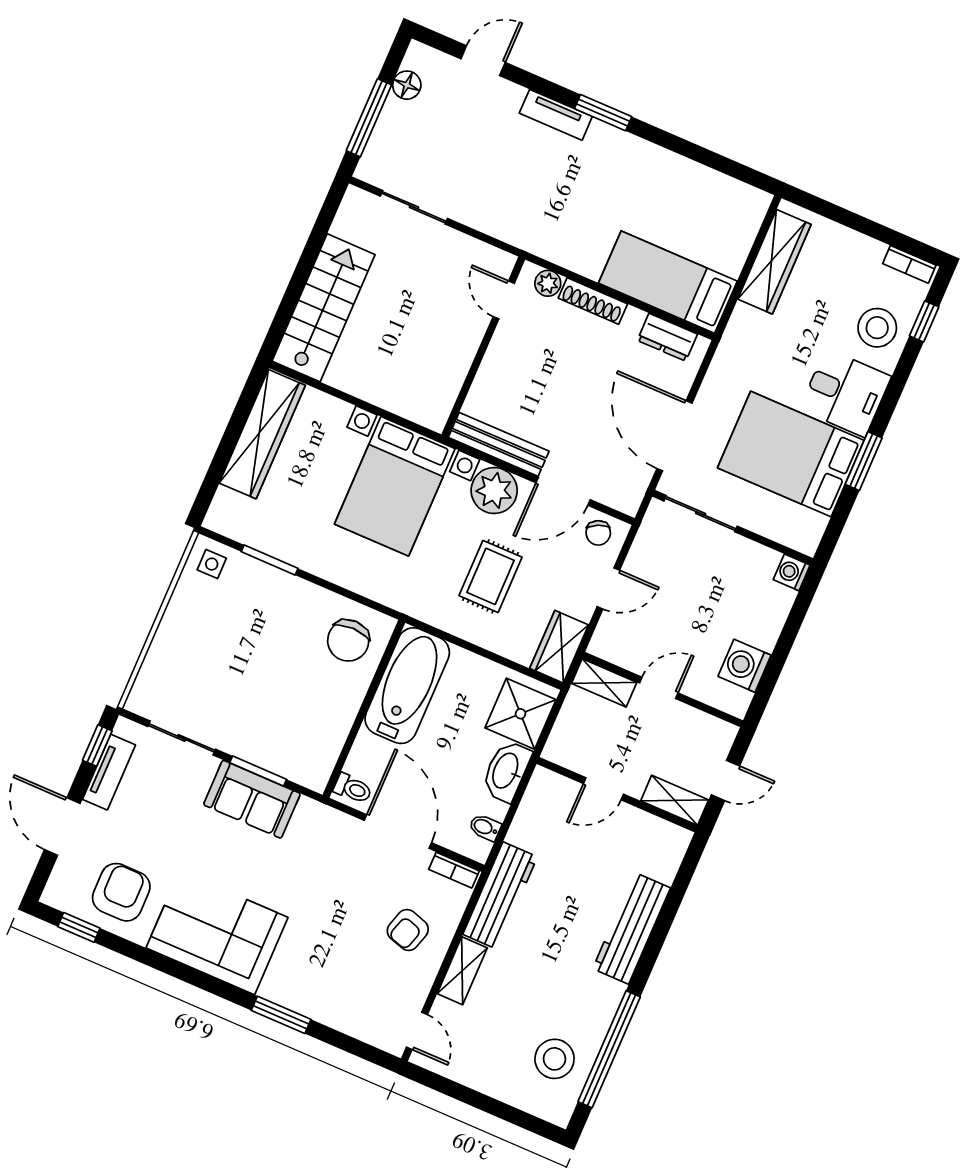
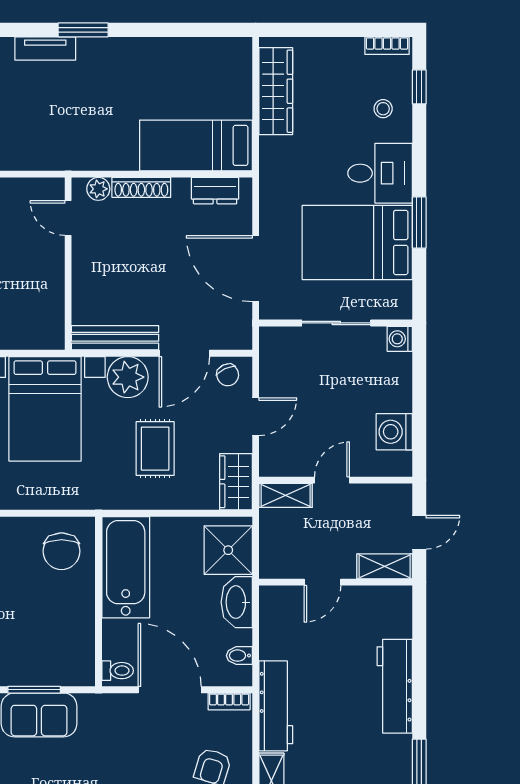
stool: (877, 328) -> (383, 109), width x0.53, depth x0.53
sliding door: (701, 514) -> (336, 323), moved

